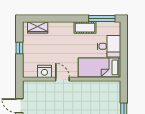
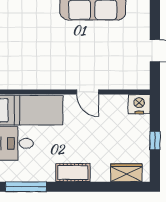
cot: (85, 28) -> (73, 173), moved
nightstand: (44, 71) -> (139, 104), moved

